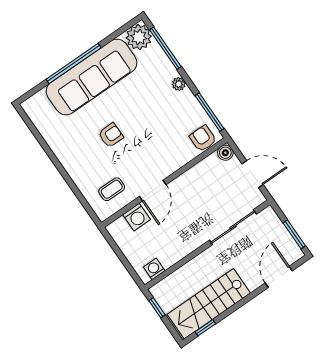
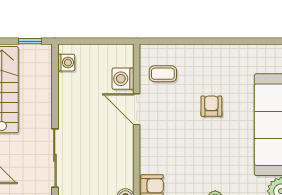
armchair: (111, 135) -> (211, 106), turned 180
coffee table: (112, 189) -> (163, 74), turned 90

